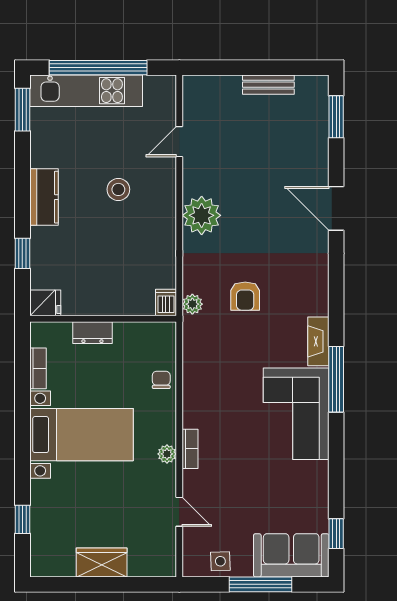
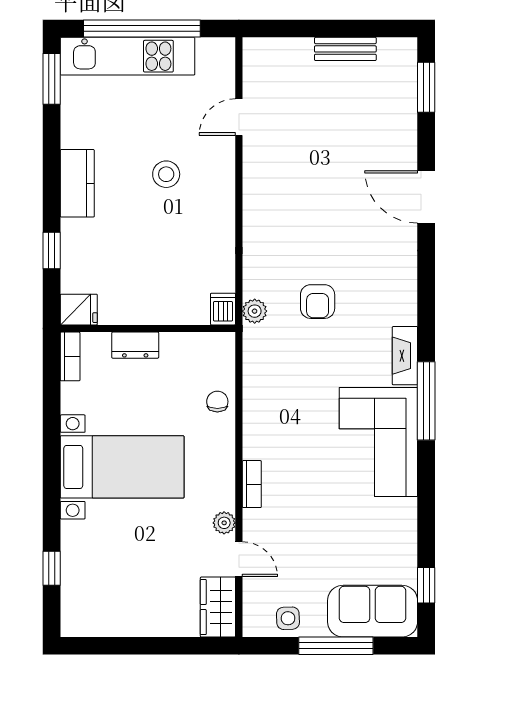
plant: (202, 215) -> (265, 205), removed
bookcase: (38, 368) -> (70, 356), moved
plant: (167, 454) -> (224, 523), moved
wardrobe: (102, 562) -> (218, 607), moved, turned -90

